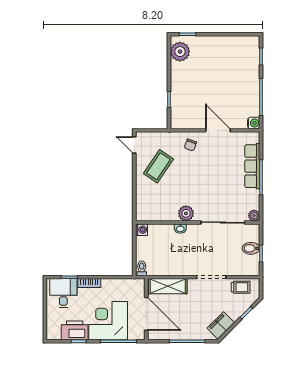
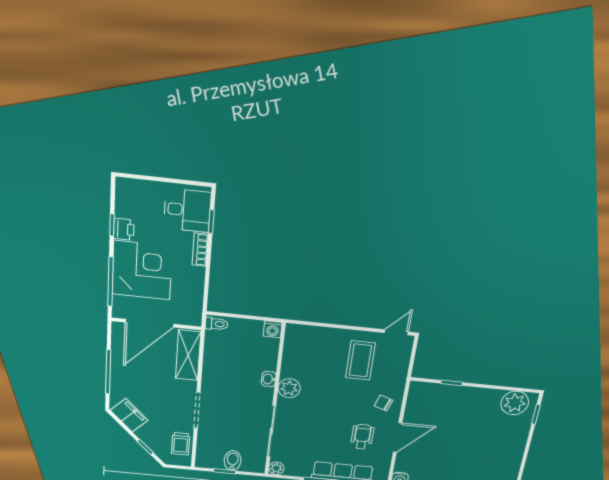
wheelchair: (220, 156) -> (362, 437), added
coffee table: (158, 166) -> (360, 360), turned 56
printer: (75, 330) -> (124, 229), width x0.53, depth x0.68

